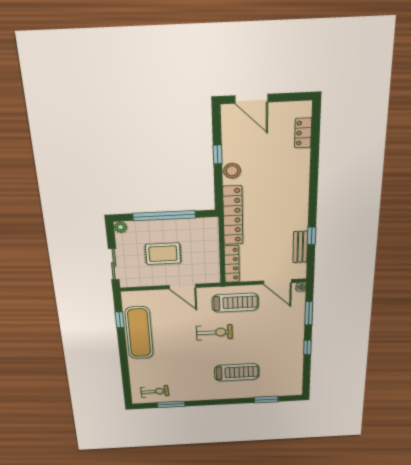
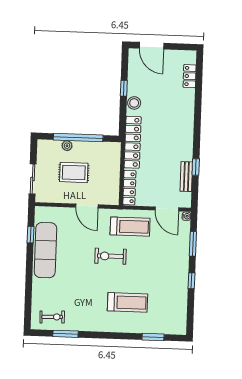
plant: (121, 227) -> (67, 146), moved
exercise bike: (214, 332) -> (110, 256), turned 180

